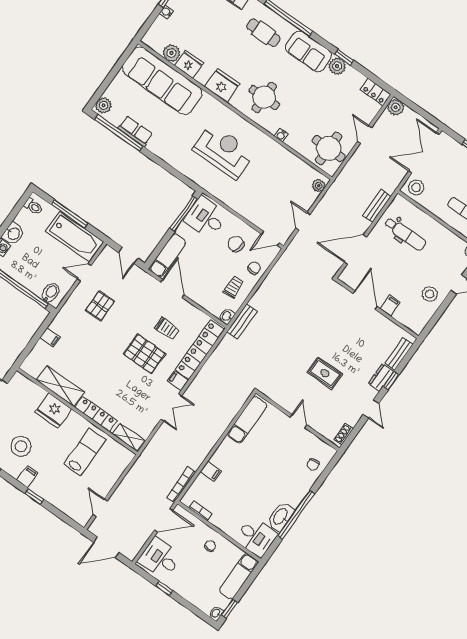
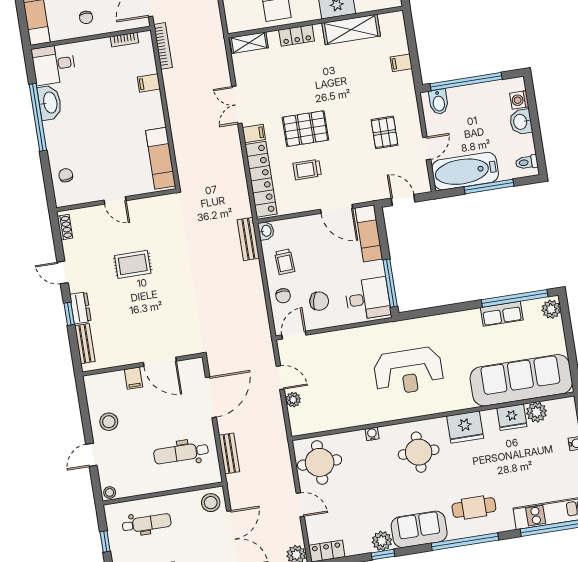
plant: (319, 186) -> (293, 400), moved
locker: (96, 414) -> (297, 35), width x0.66

